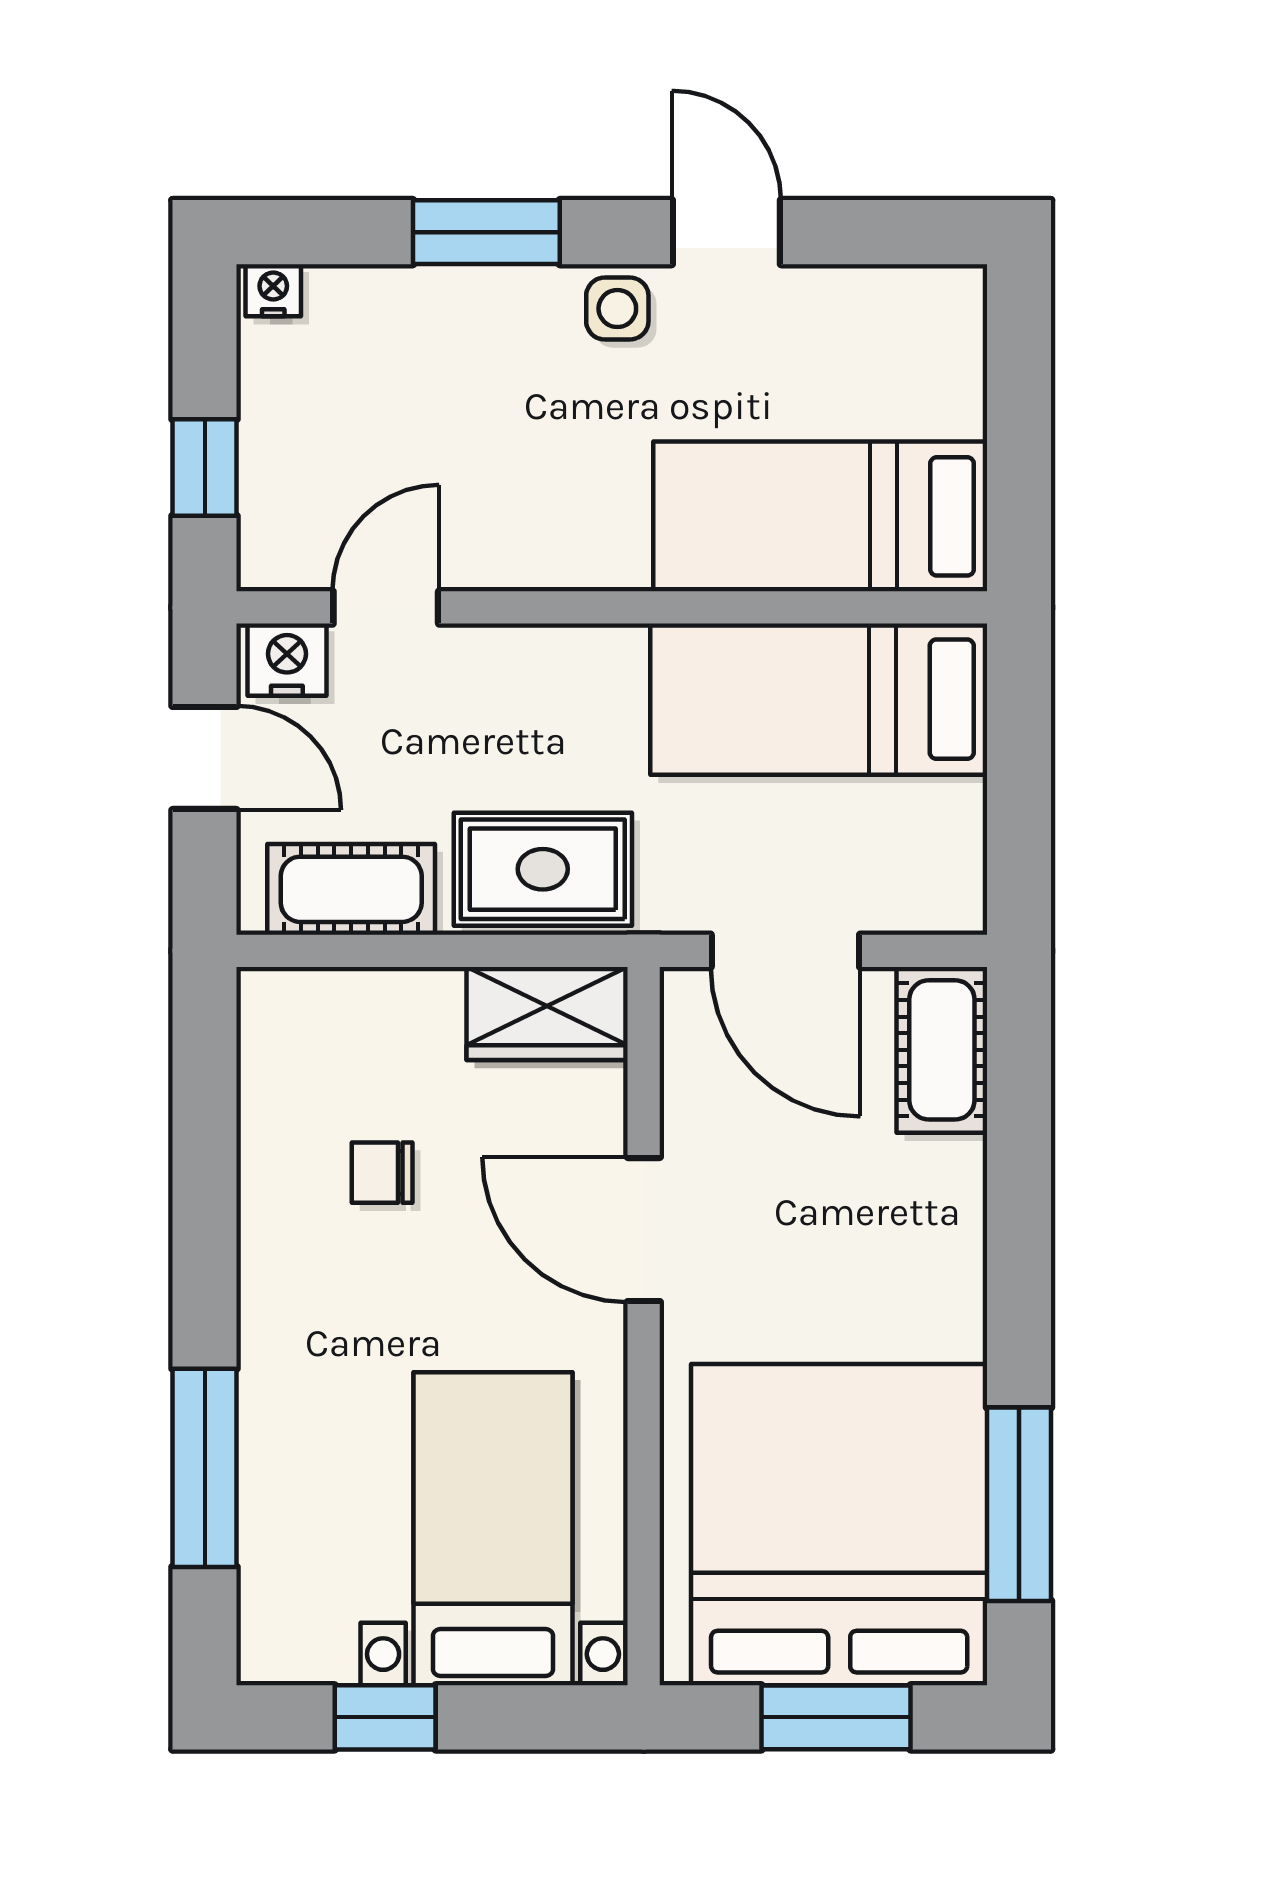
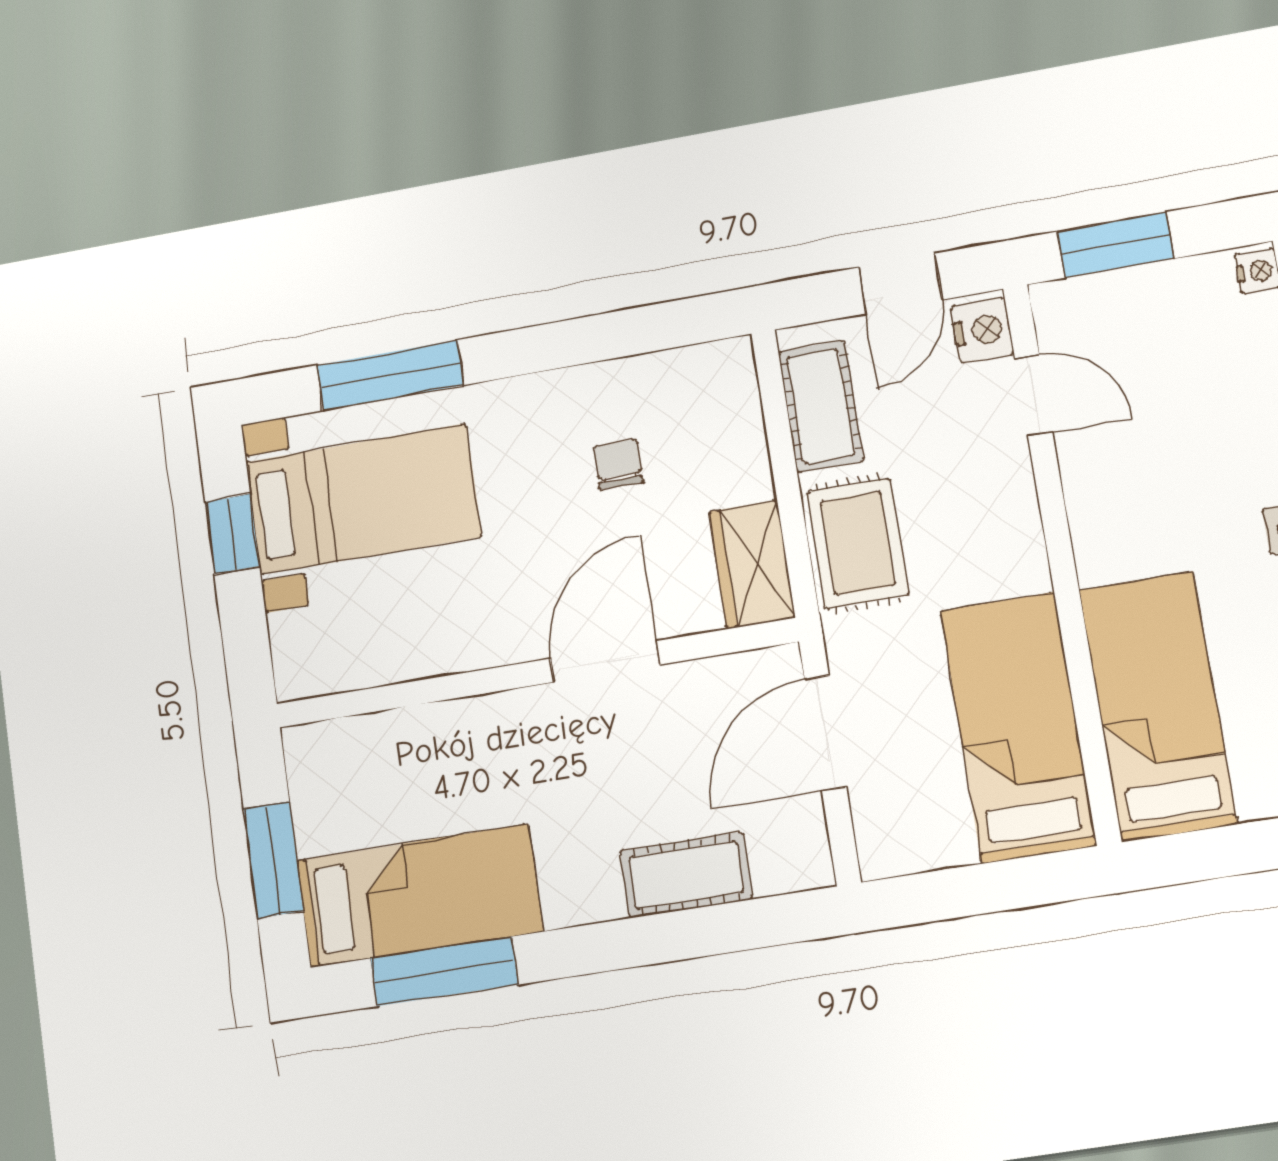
window: (205, 467) -> (1115, 245), width x1.50
cot: (942, 1050) -> (686, 875), moved
bed: (839, 1525) -> (419, 896), width x0.49
bed with nightstands: (493, 1529) -> (363, 499), moved

